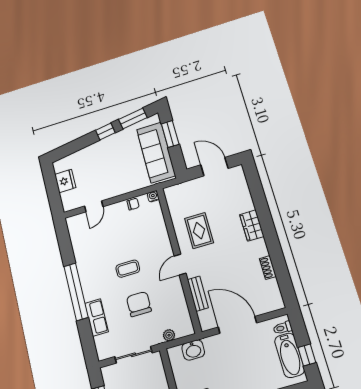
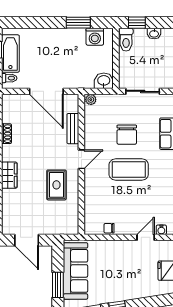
water cooler: (153, 196) -> (161, 230), moved
coffee table: (128, 269) -> (129, 170), width x1.86, depth x1.72
plant: (169, 335) -> (91, 100), moved
washbasin: (193, 350) -> (104, 81), moved

